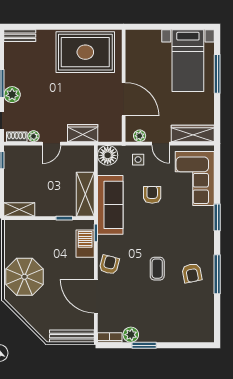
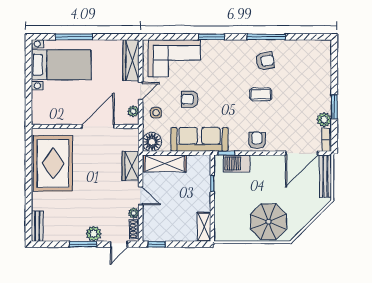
shelving: (85, 194) -> (165, 163), moved
armchair: (109, 265) -> (257, 140), turned 76
door: (96, 296) -> (302, 153), moved

